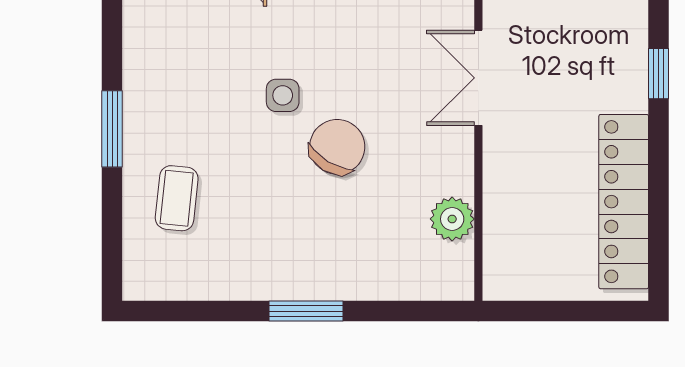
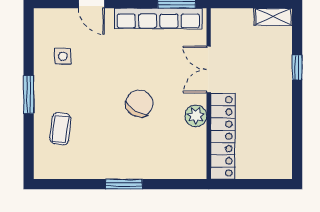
side table: (283, 95) -> (63, 56), moved
locker: (624, 202) -> (223, 136), moved, turned 180
plant: (452, 219) -> (196, 116), moved

